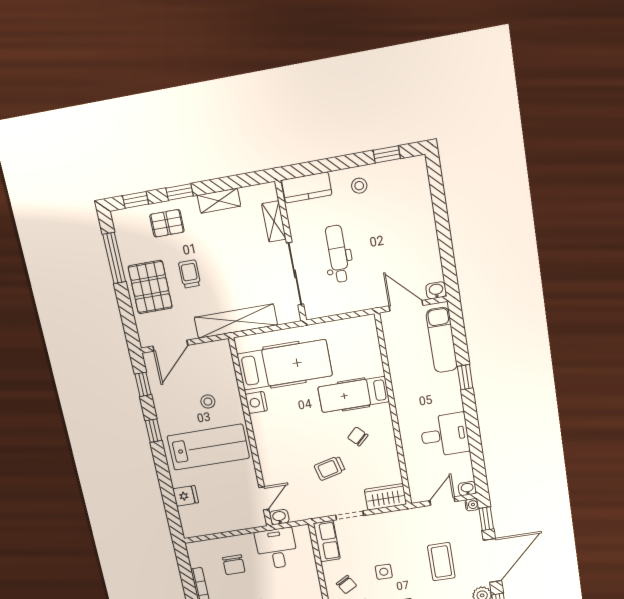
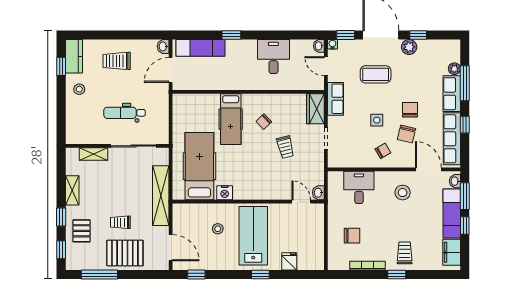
kitchen counter: (307, 187) -> (74, 56), moved
trolley: (407, 231) -> (117, 61), added
window: (154, 431) -> (260, 275), moved
row of seats: (327, 541) -> (336, 99), moved, turned 90
desk: (277, 548) -> (359, 187), moved, turned 90

